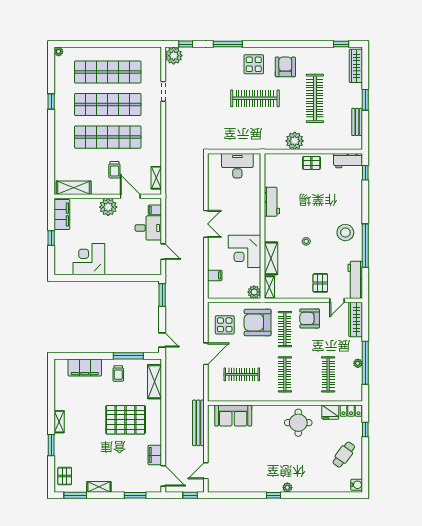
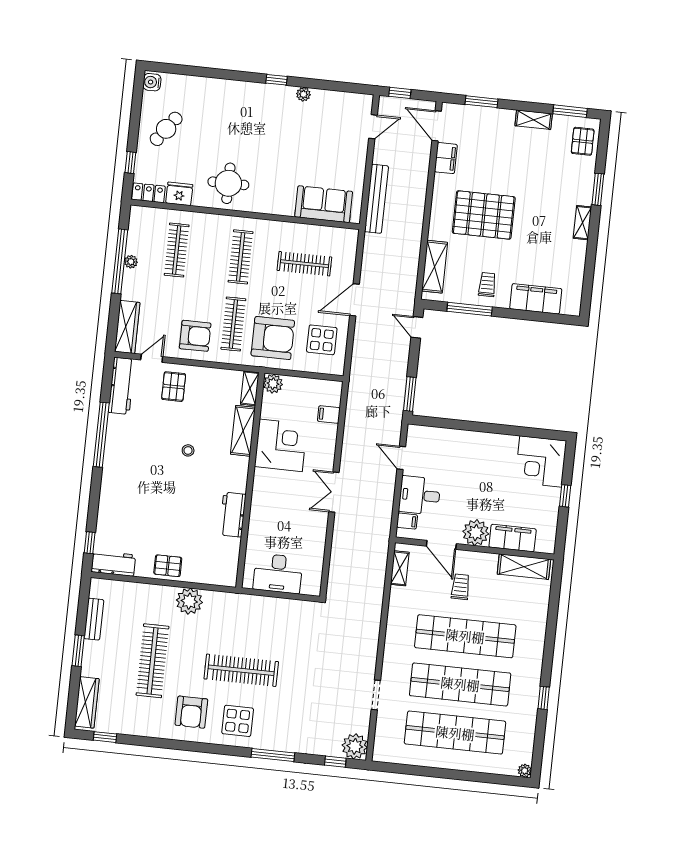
filing cabinet: (62, 214) -> (513, 538), moved, turned 90
stool: (345, 233) -> (129, 457), removed
corner desk: (89, 259) -> (541, 462), moved, turned 90
plant: (287, 488) -> (303, 94), moved

